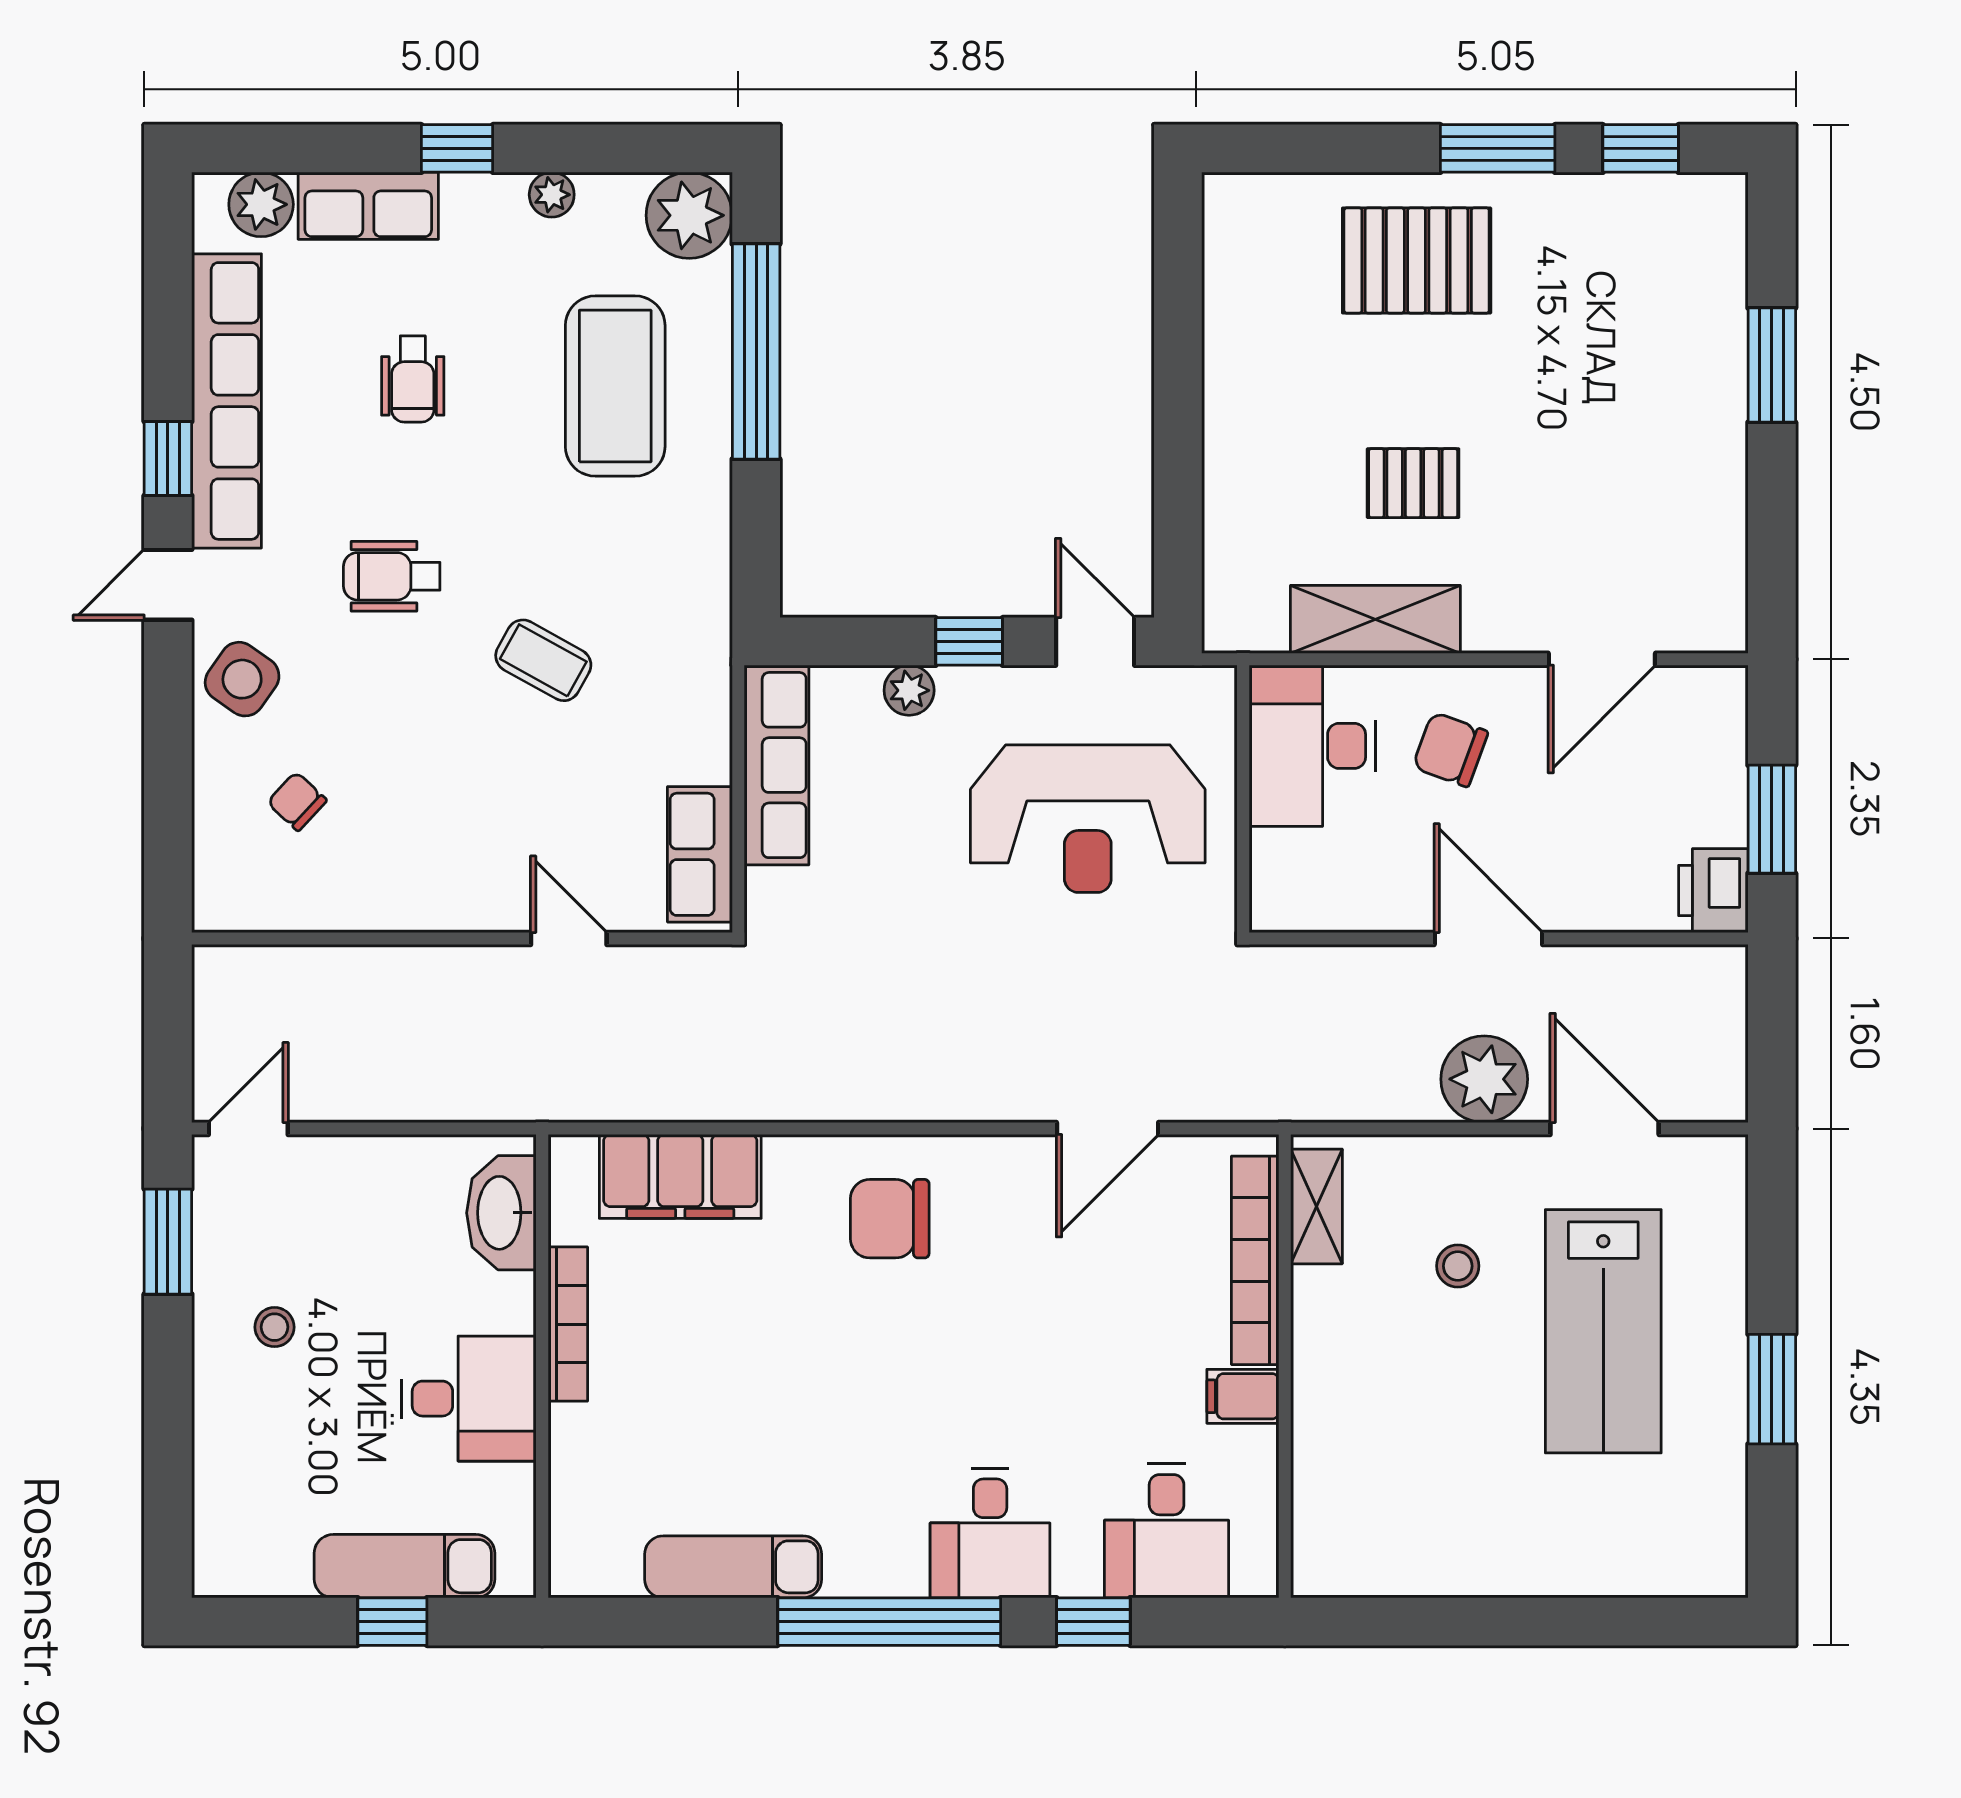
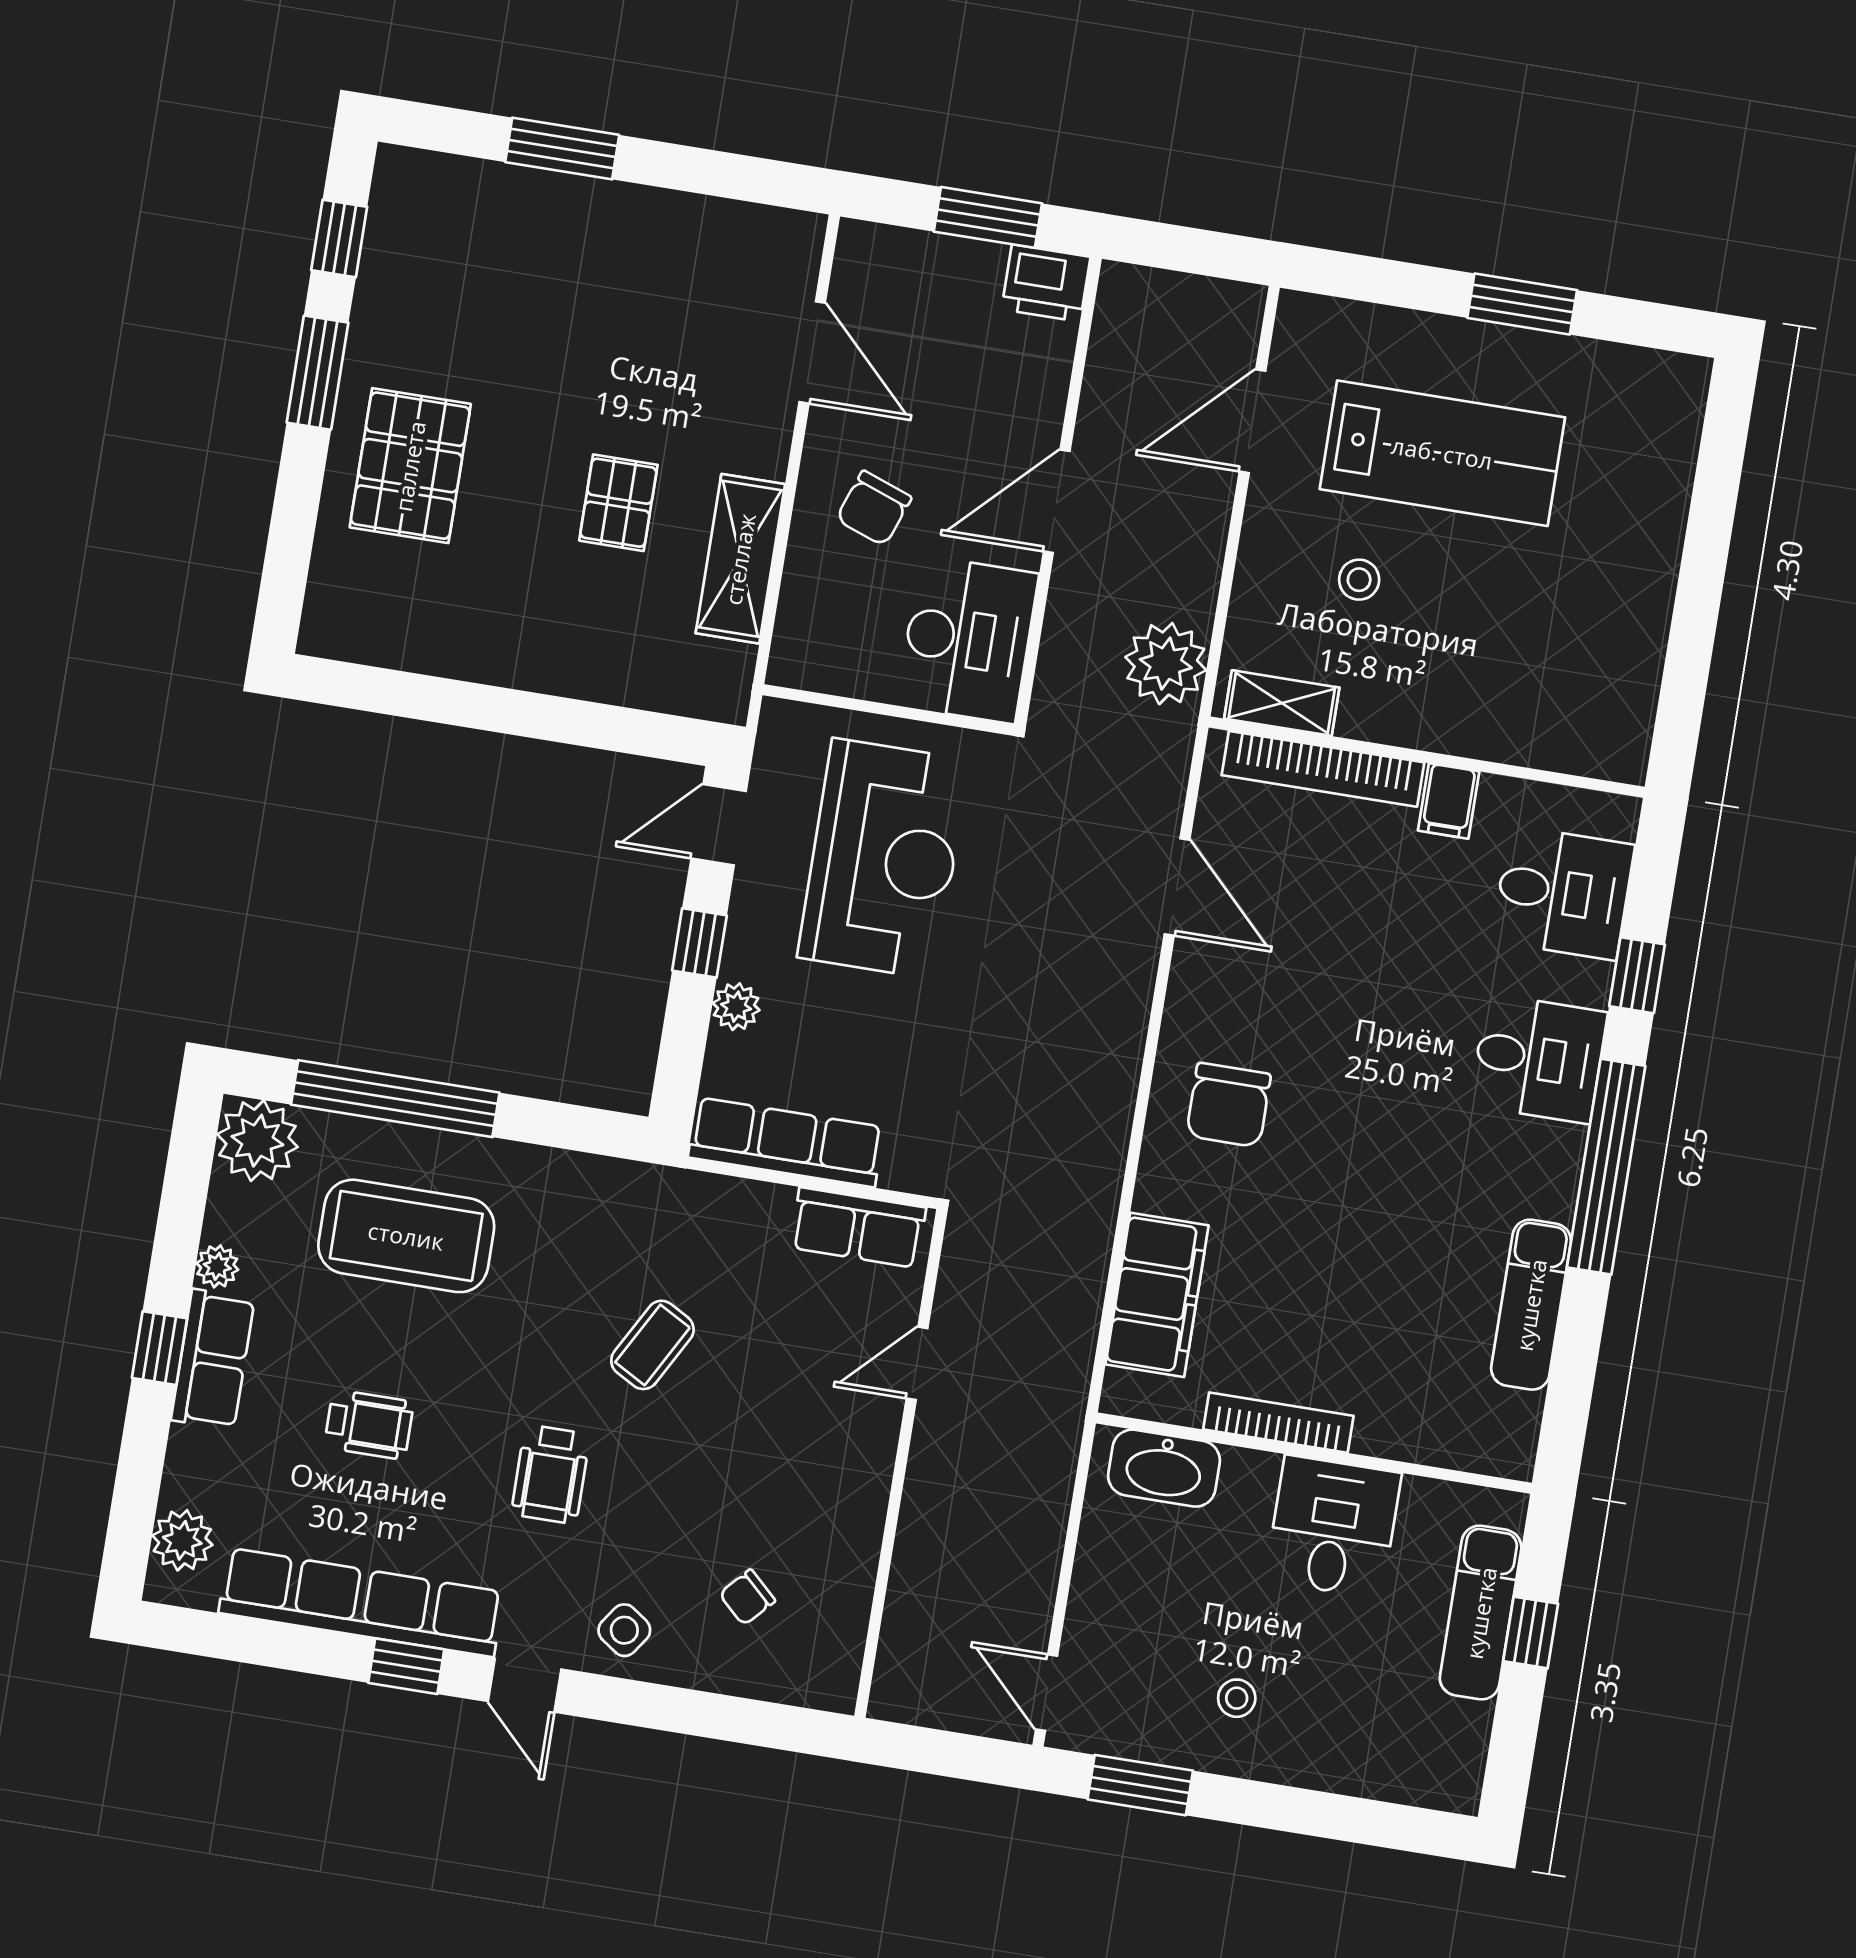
row of seats: (368, 206) -> (213, 1359), moved
side table: (242, 679) -> (624, 1630), width x0.73, depth x0.73
desk: (1312, 746) -> (968, 639), moved, turned -90
plant: (1484, 1079) -> (1166, 664), moved

